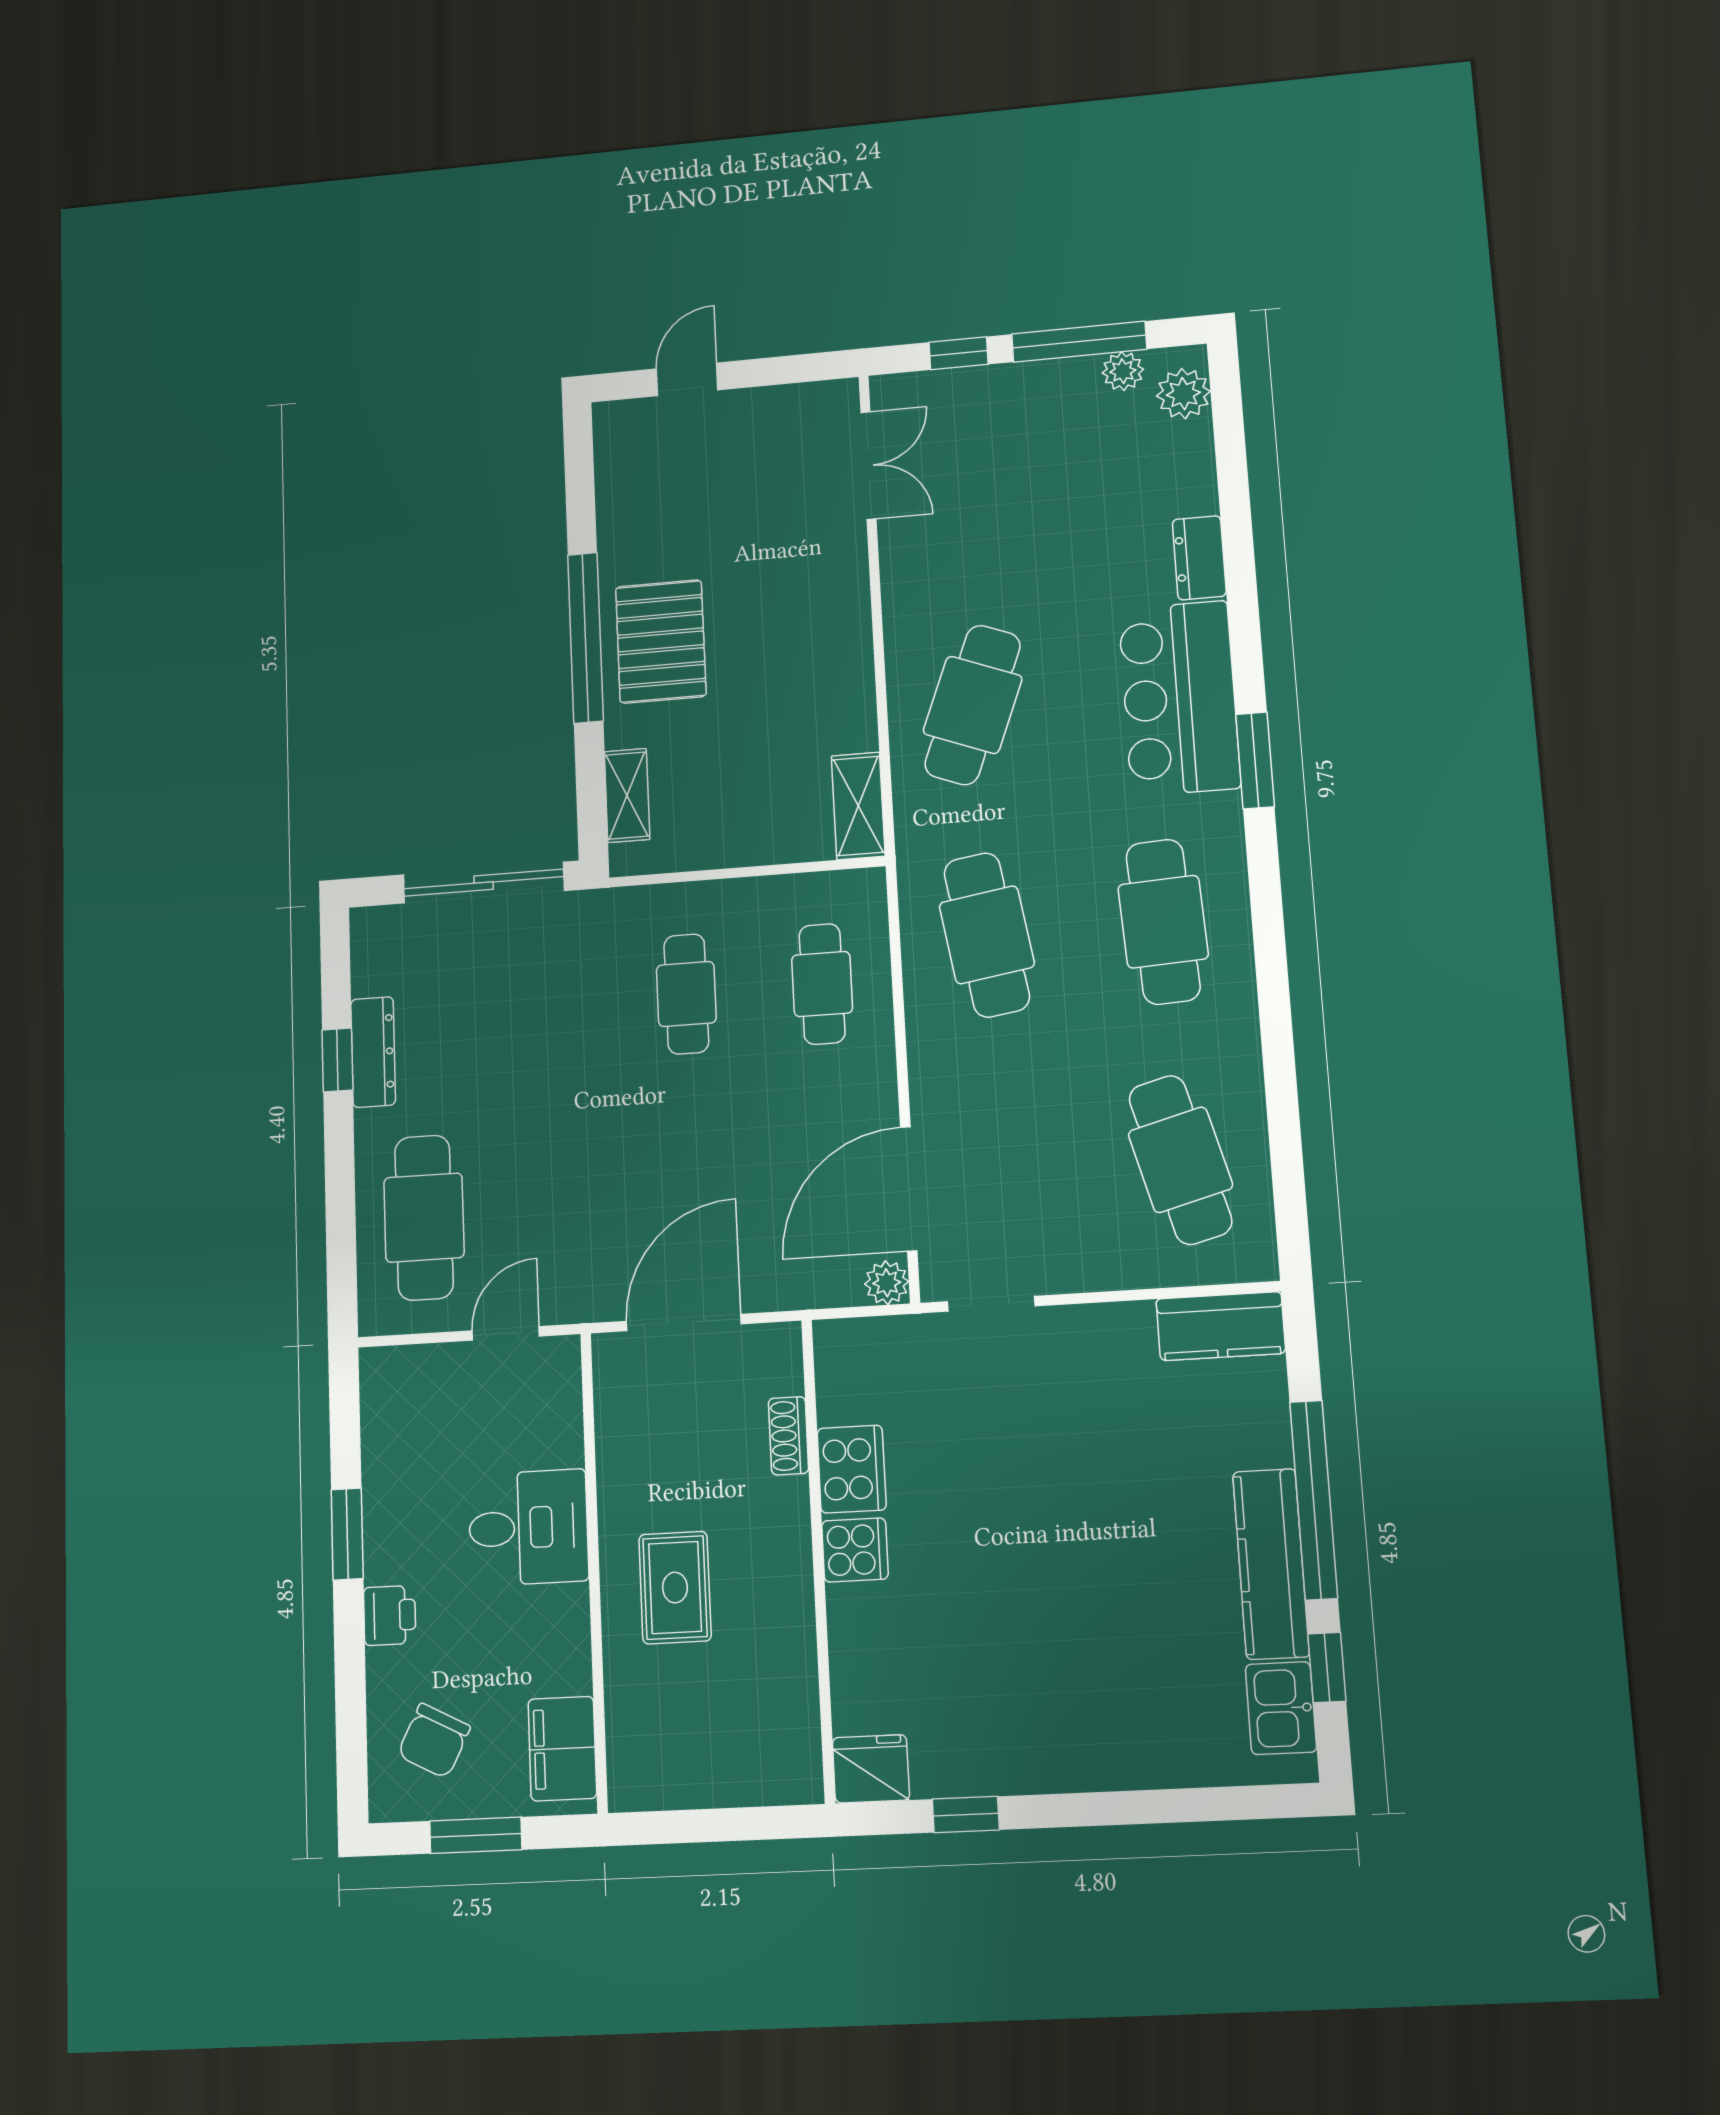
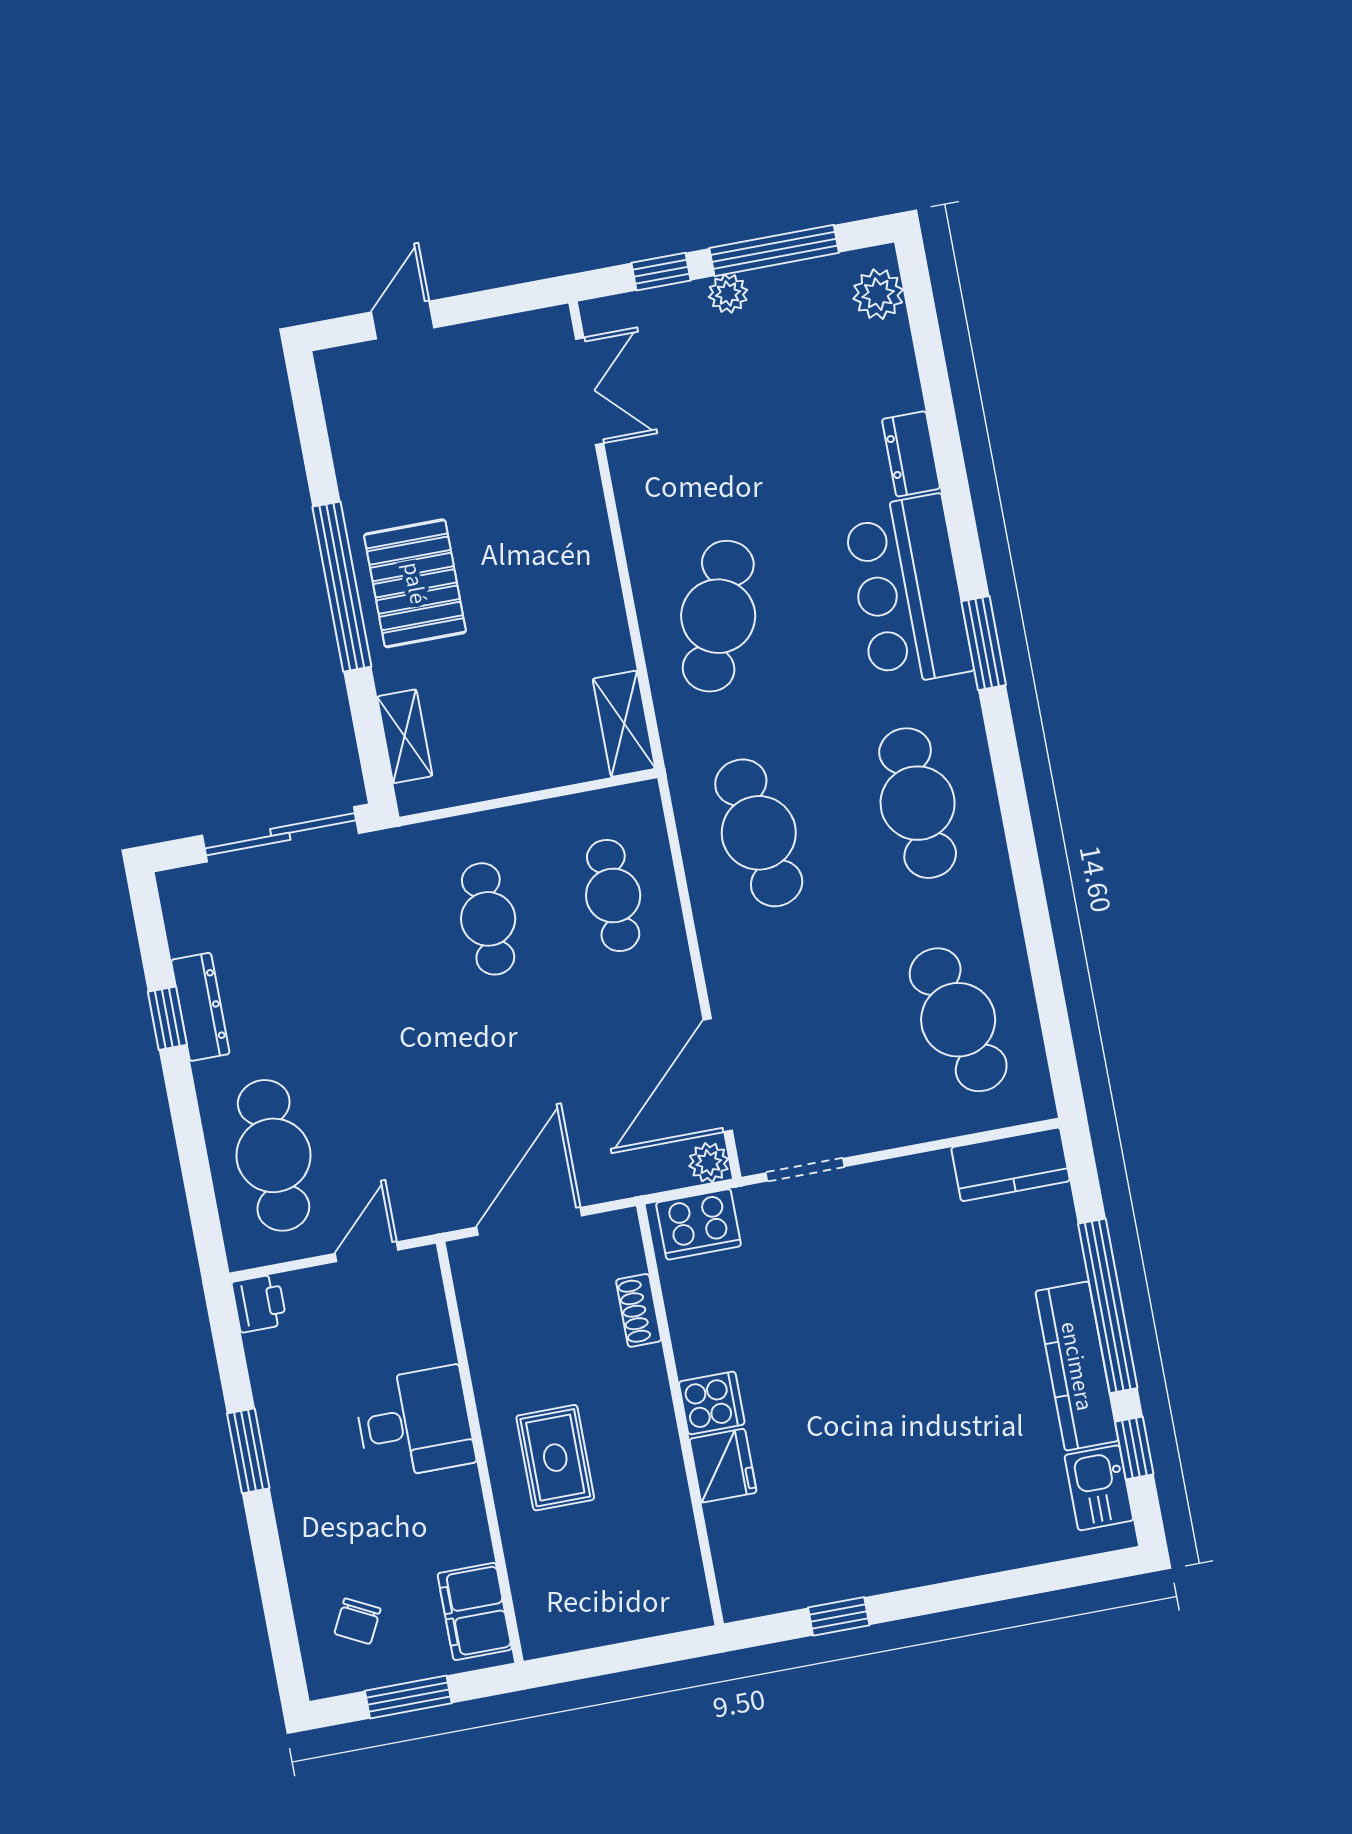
plant: (1123, 371) -> (728, 293), moved
cooker: (852, 1469) -> (699, 1224), moved, turned 90
printer: (390, 1615) -> (259, 1303), moved
chair: (434, 1741) -> (357, 1621), width x0.73, depth x0.73
fridge: (871, 1769) -> (723, 1466), moved, turned 90

